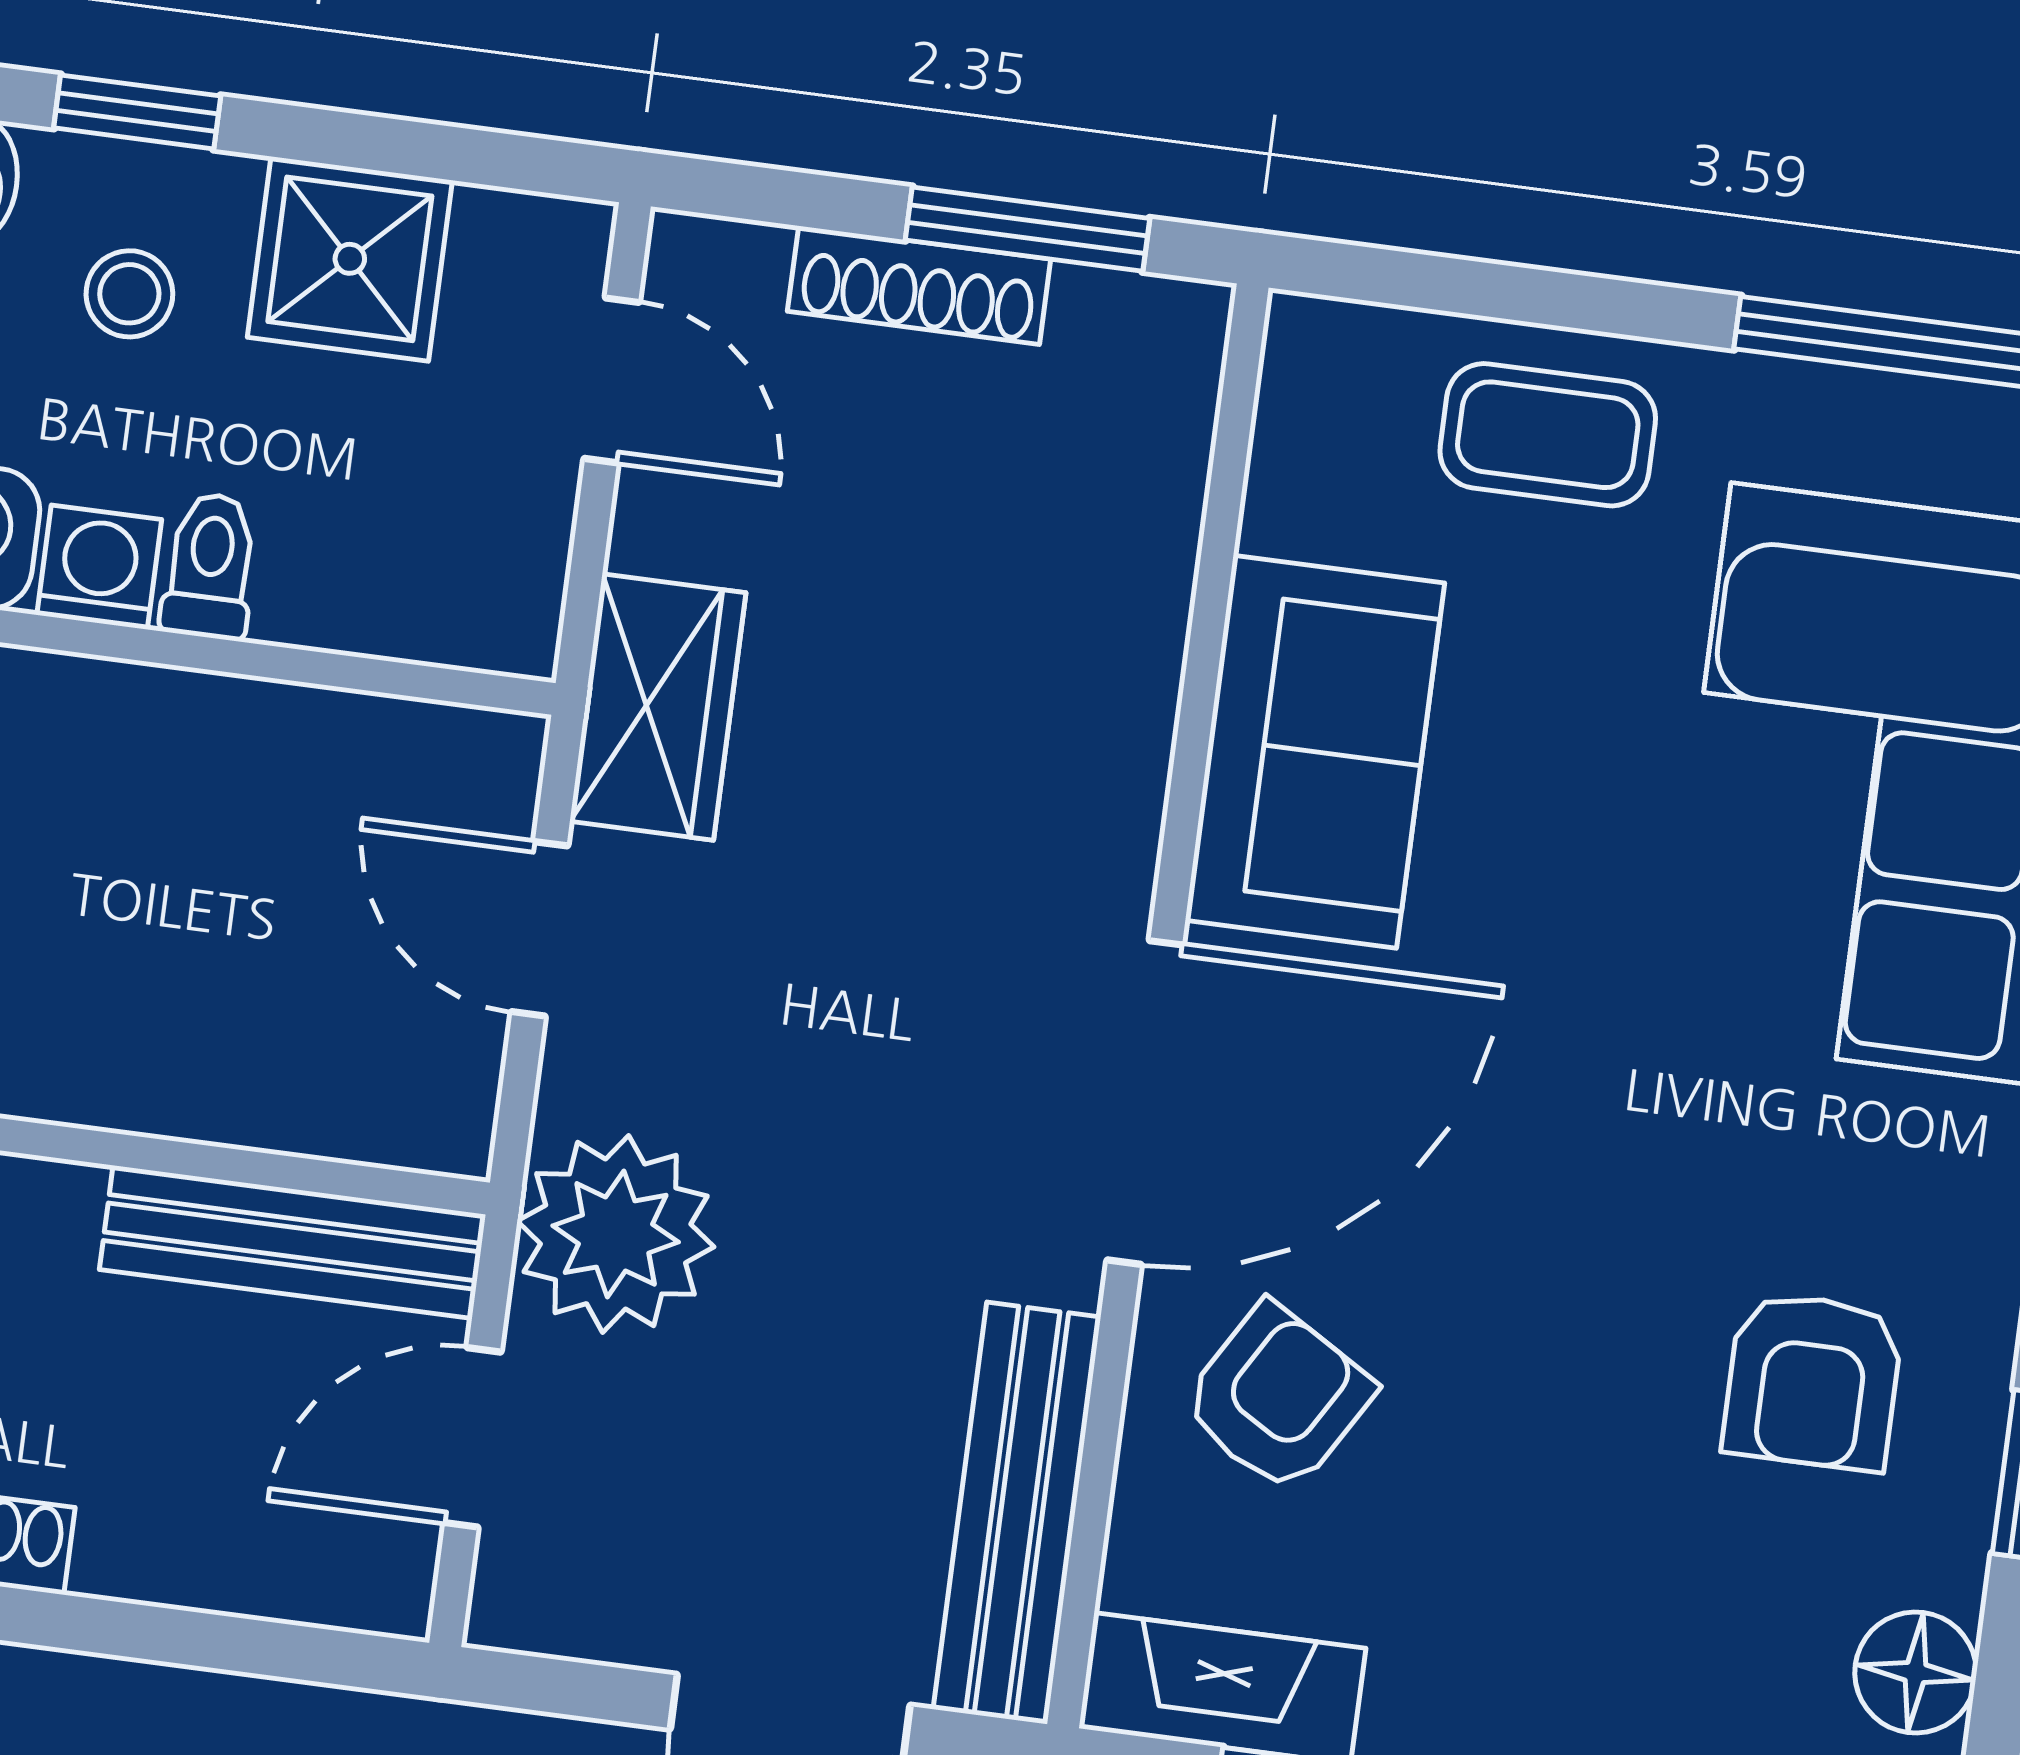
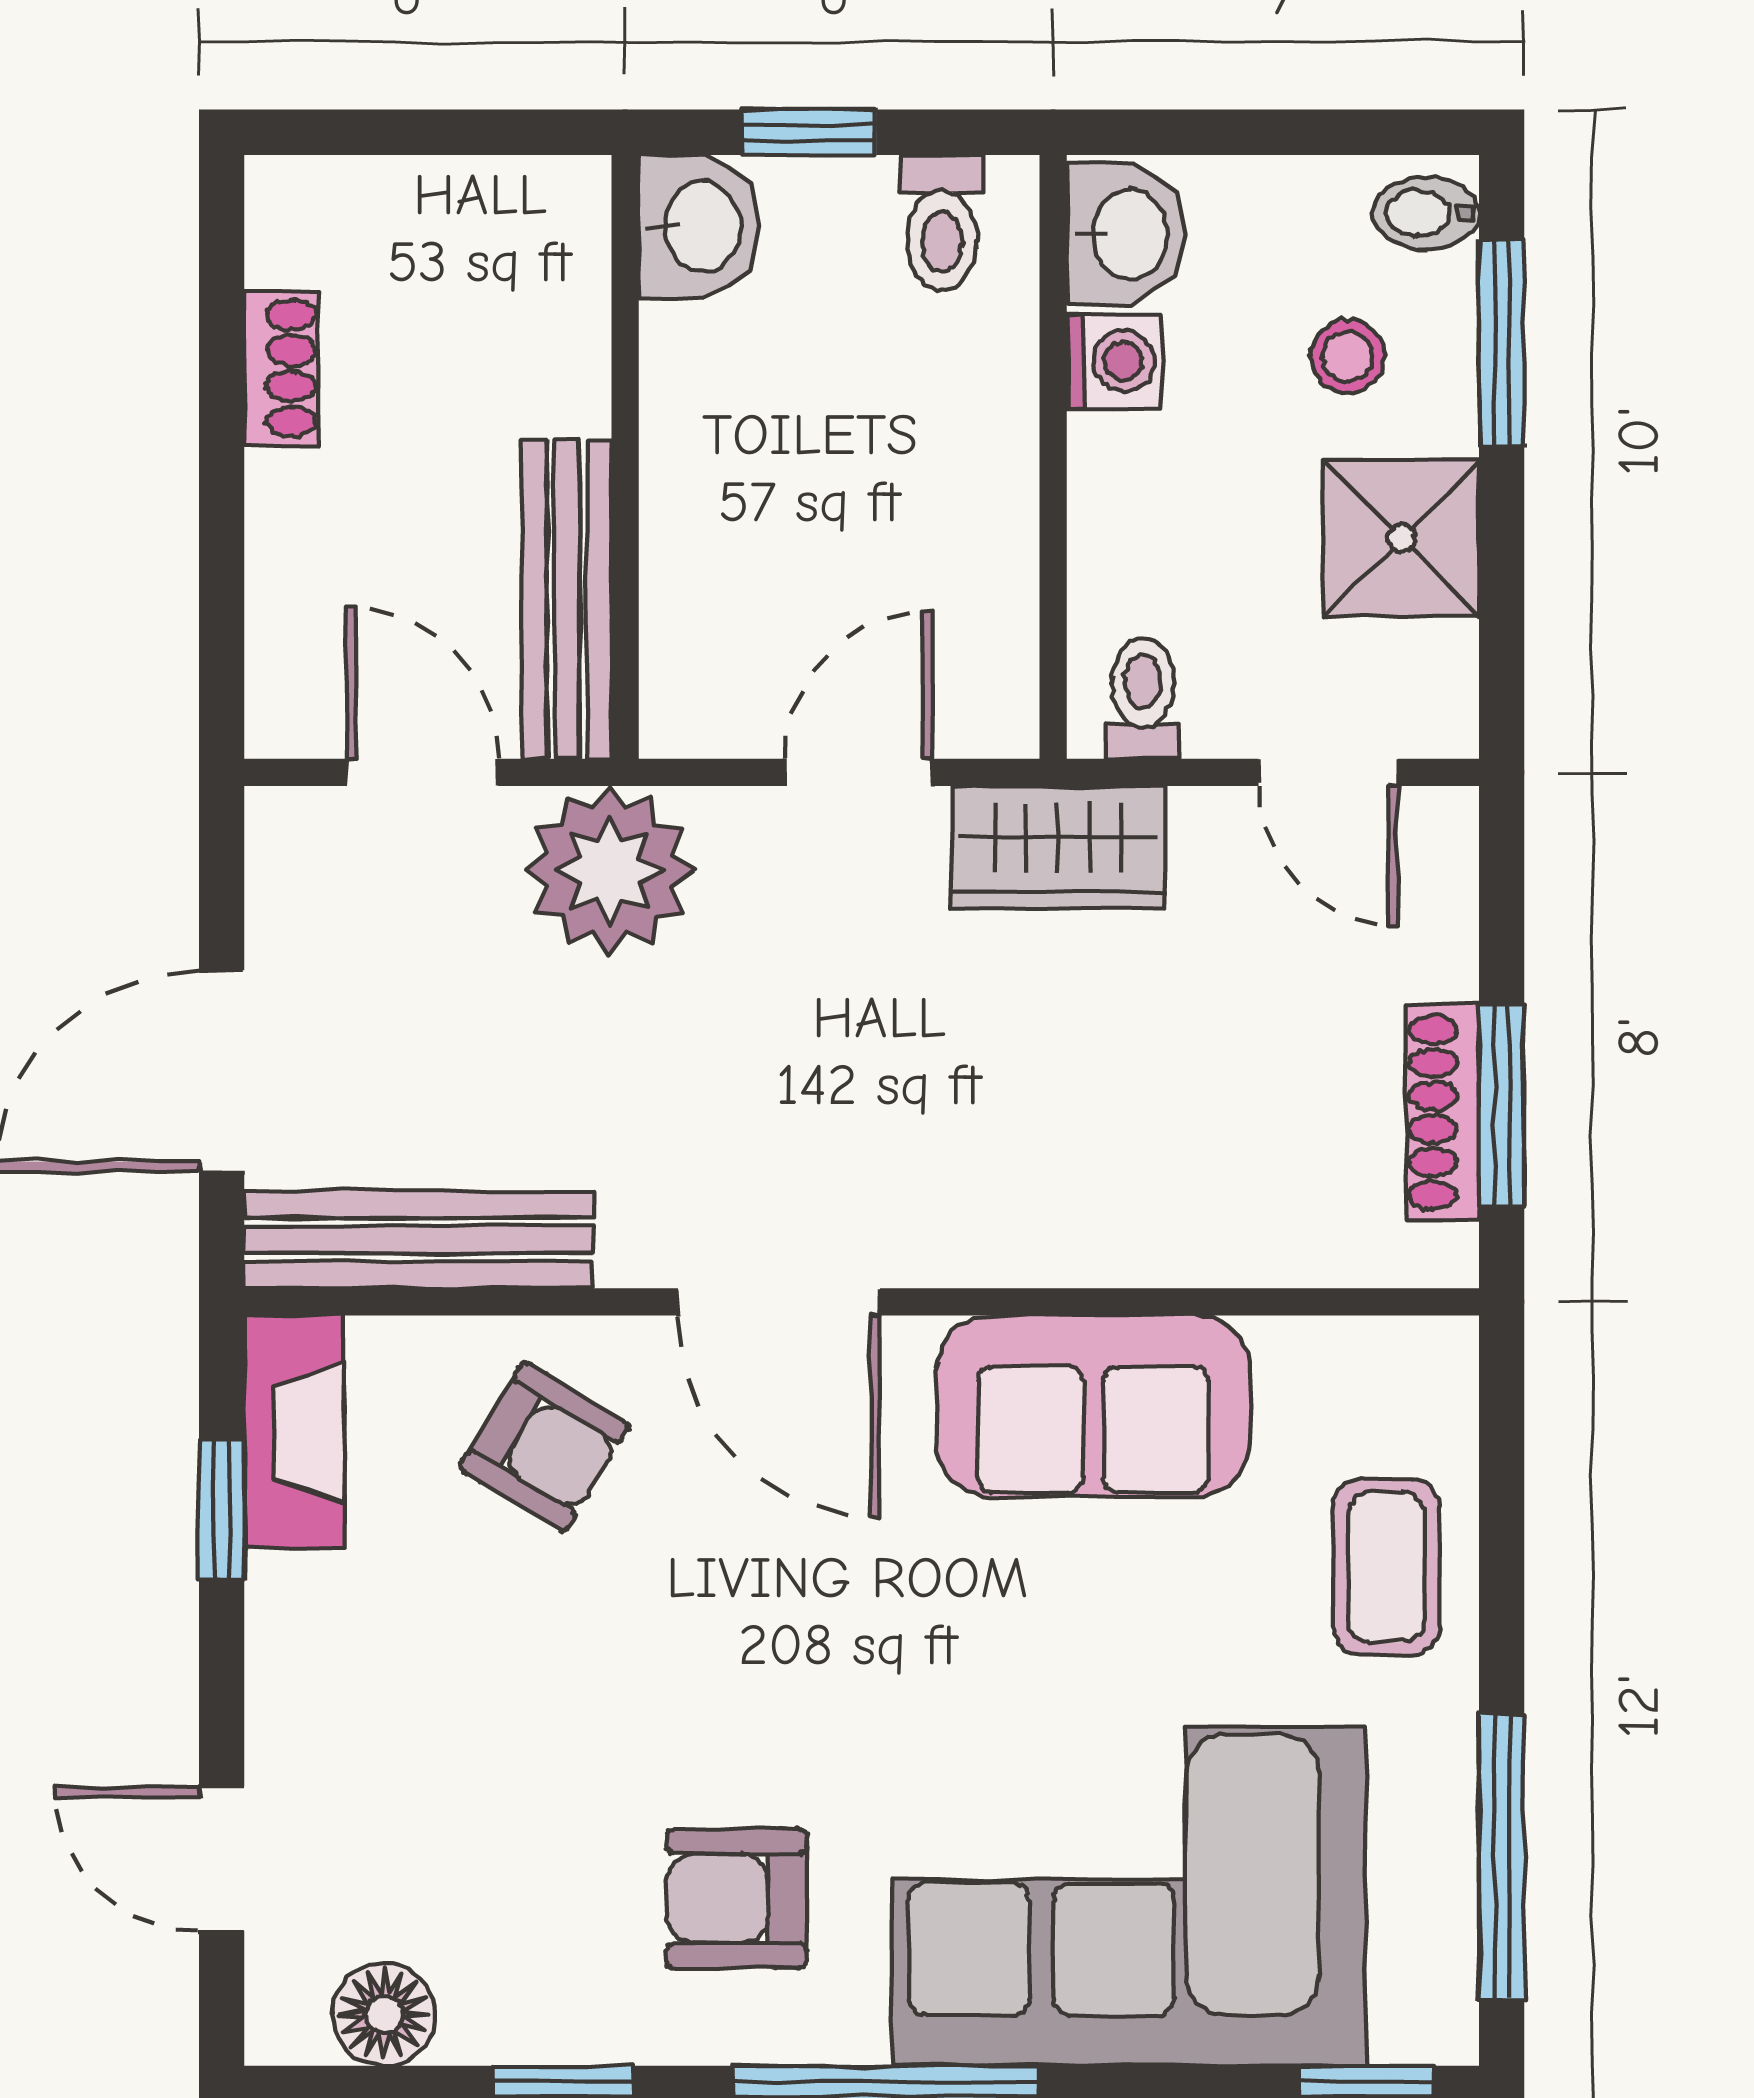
window: (137, 112) -> (1502, 343), width x1.50
shoe rack: (919, 285) -> (1442, 1112), moved
door: (612, 380) -> (1328, 772), hinge flipped
toilet: (210, 566) -> (1143, 698), moved, turned -90
door: (1145, 1102) -> (779, 1302), width x0.73
armchair: (1813, 1381) -> (737, 1899), moved

